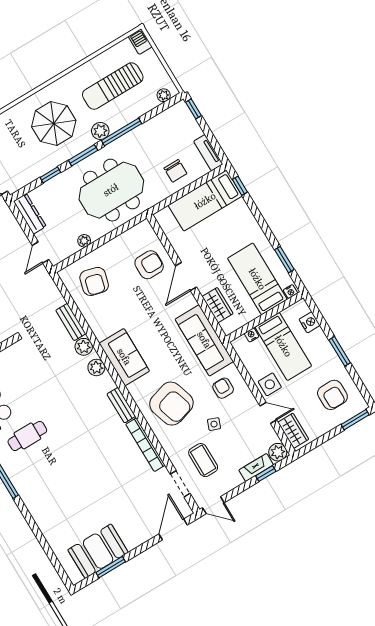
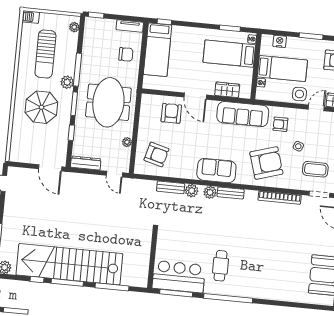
bench: (121, 405) -> (231, 193), moved

